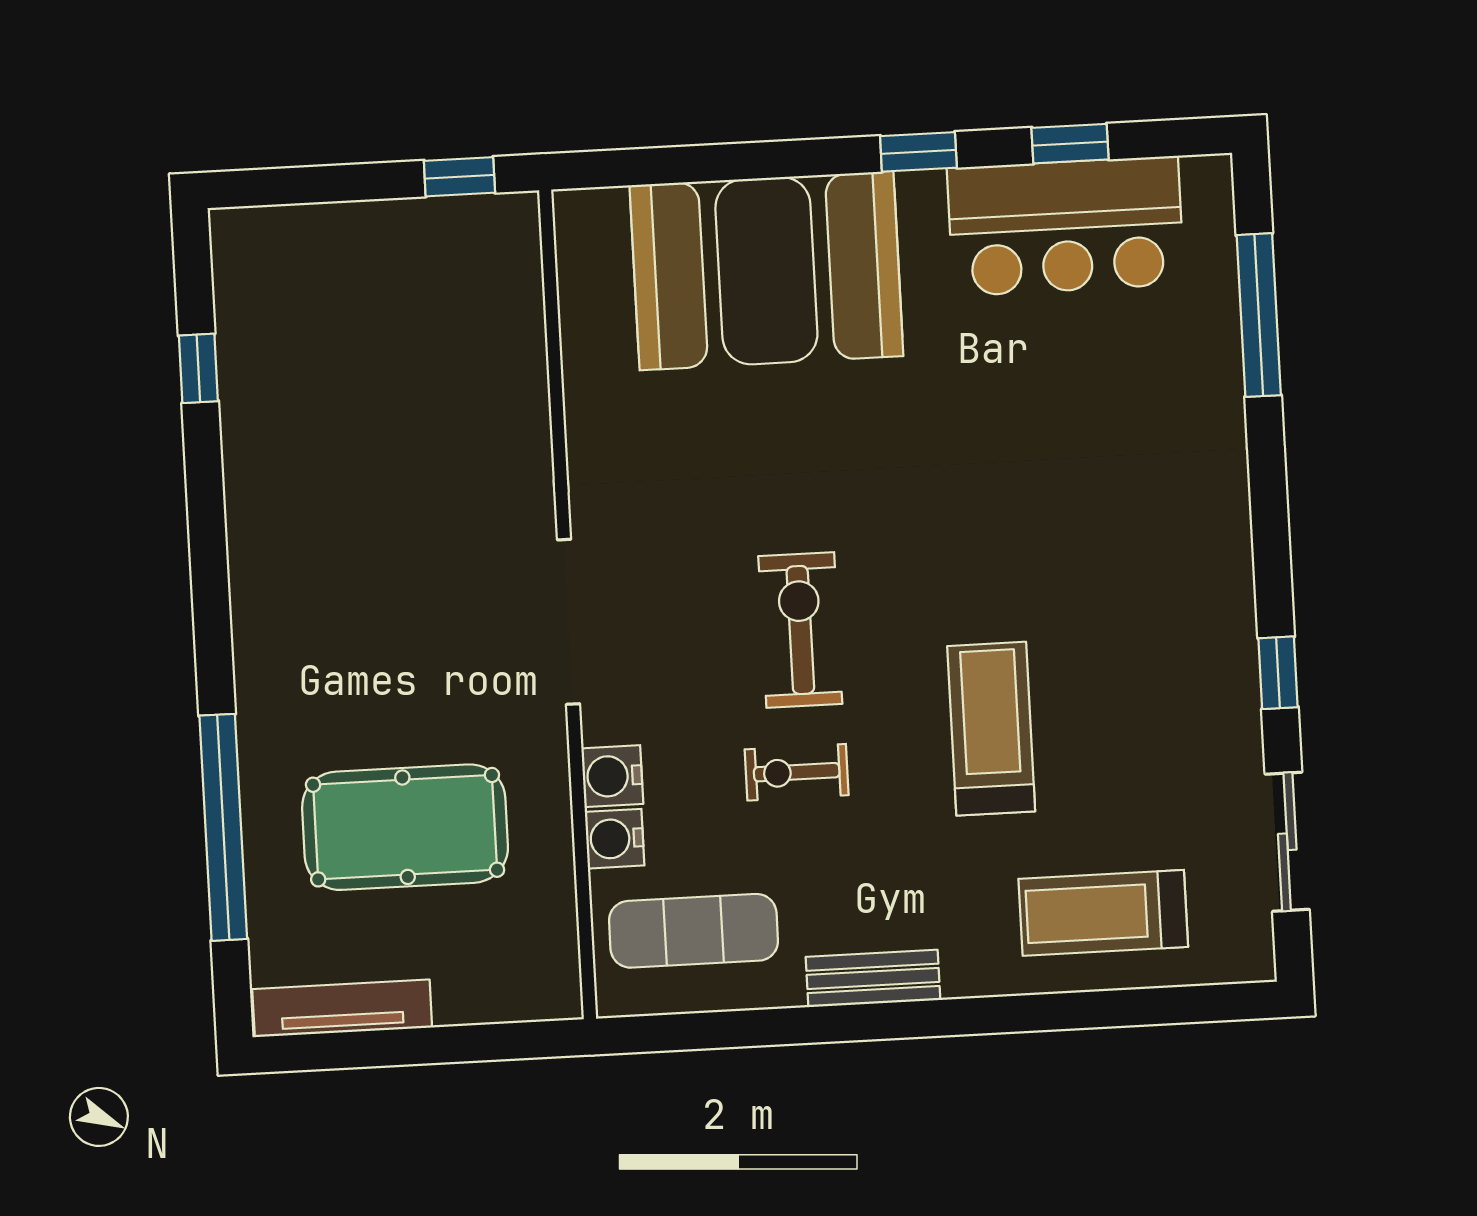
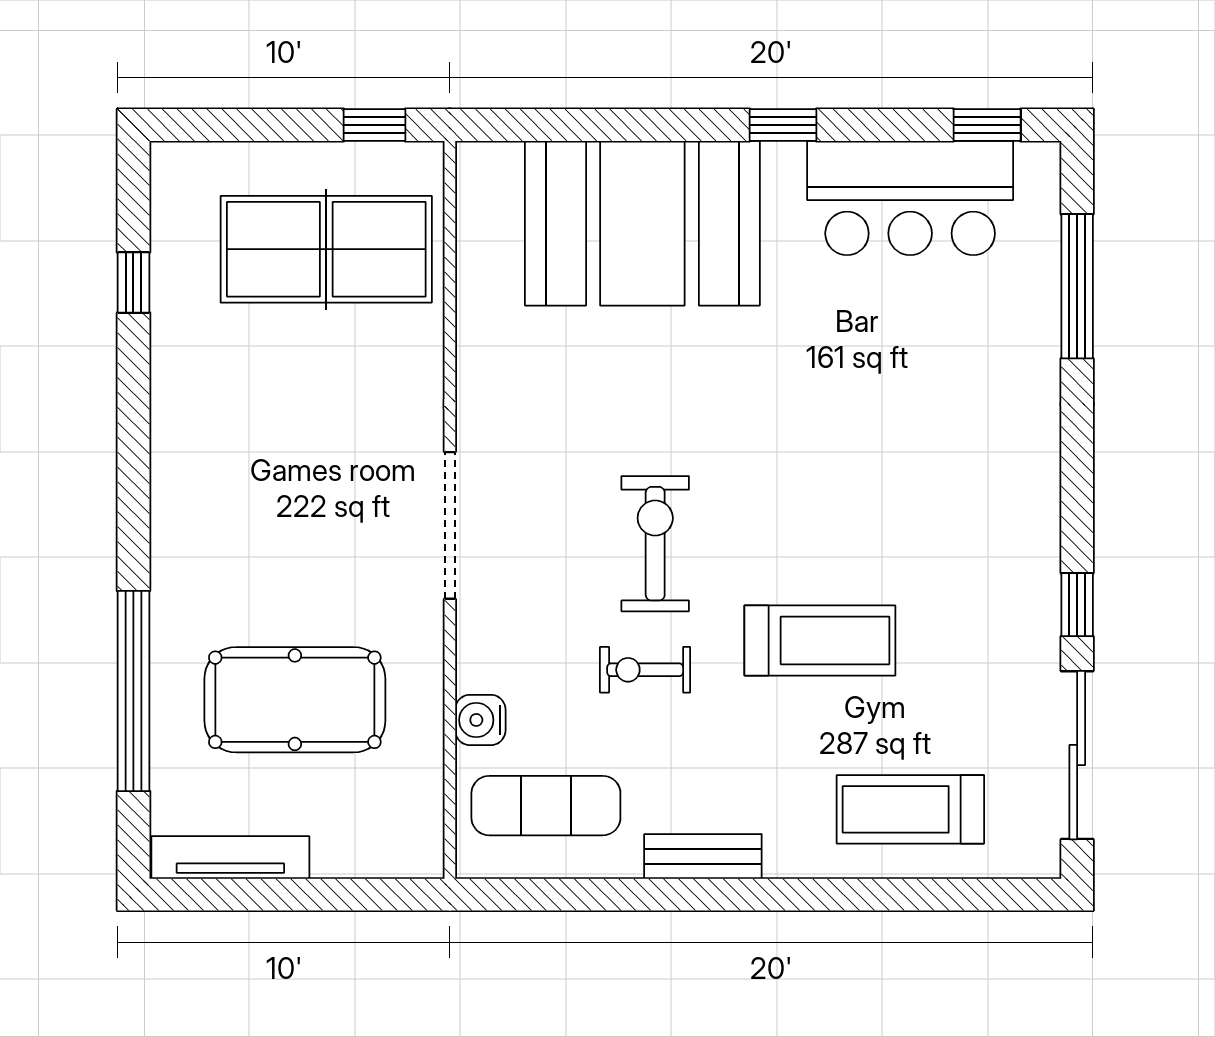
window: (1070, 144) -> (987, 125), moved
table tennis table: (413, 319) -> (326, 249), added
treadmill: (991, 729) -> (820, 640), turned 90
water cooler: (612, 776) -> (481, 664), removed
sliding door: (1287, 842) -> (1077, 755), width x1.37

